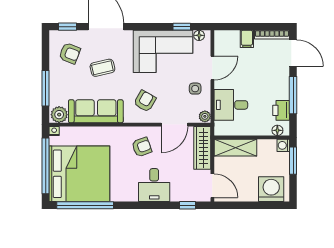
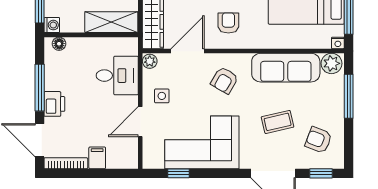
floor lamp: (199, 35) -> (157, 162), removed
printer: (281, 110) -> (54, 104), moved
armchair: (142, 147) -> (228, 23), turned 110

